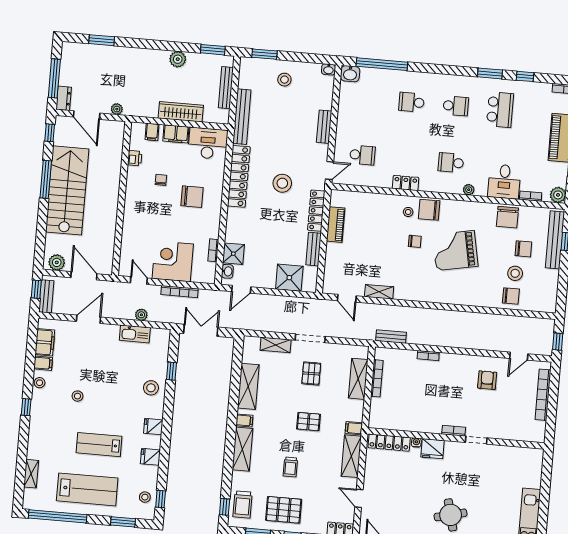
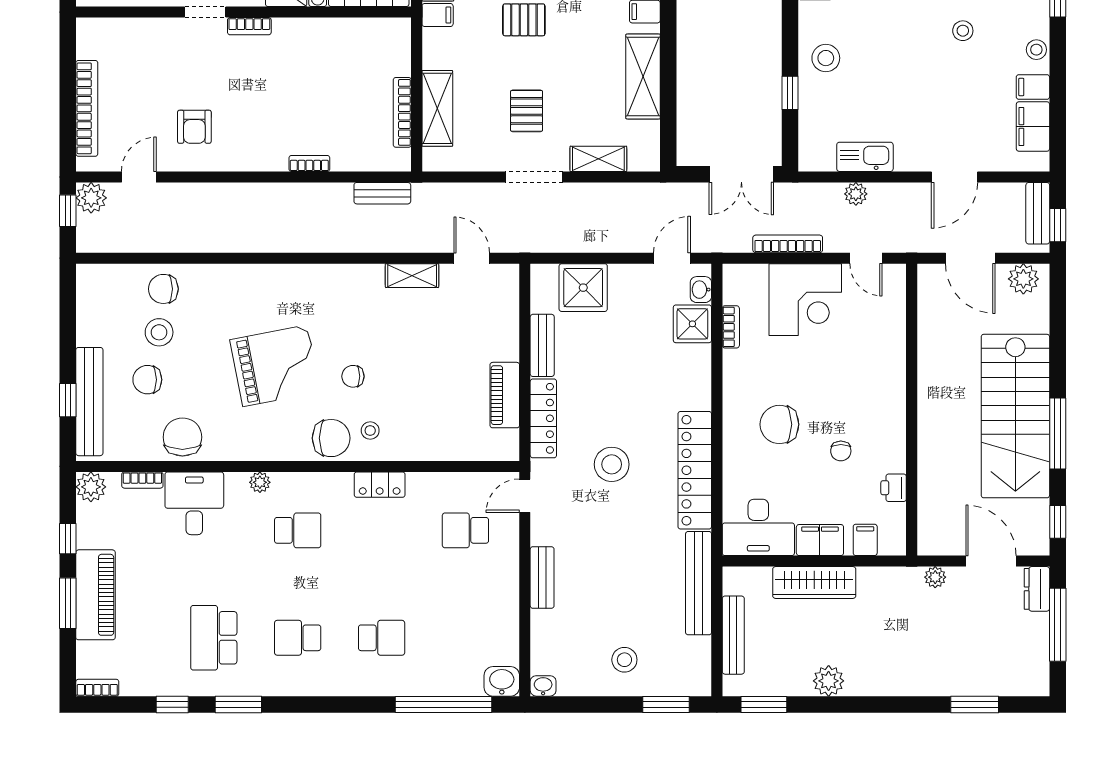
plant: (545, 347) -> (91, 198), added

